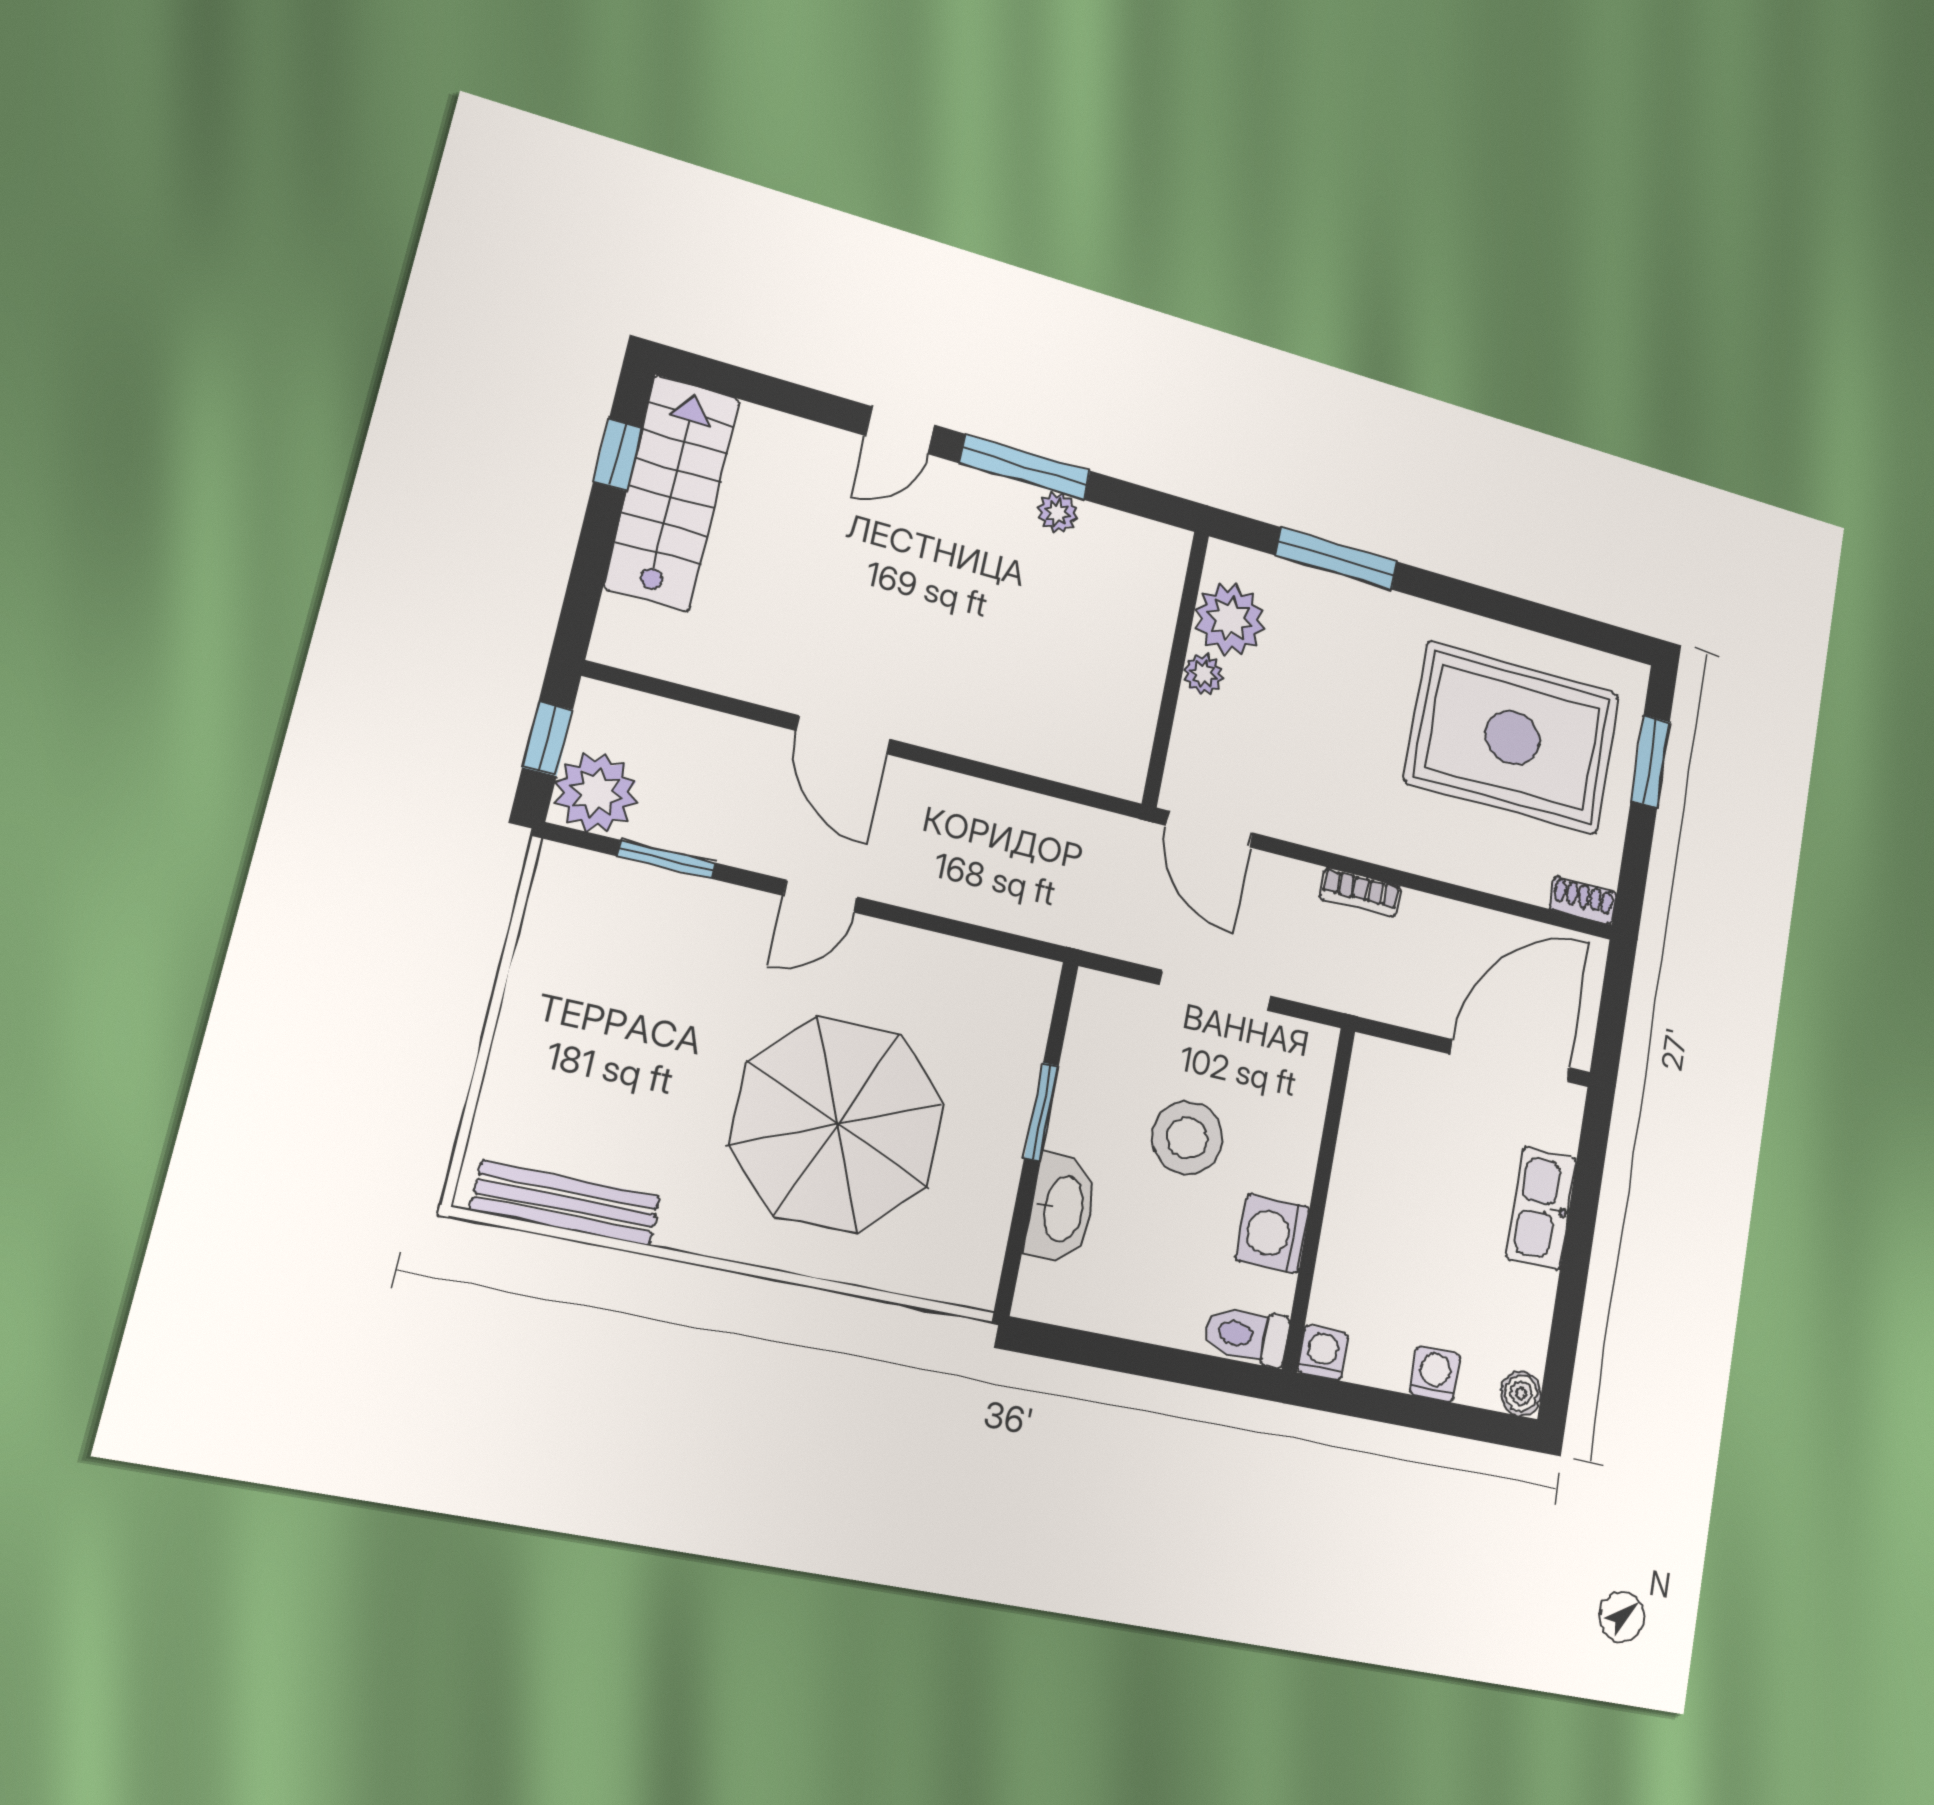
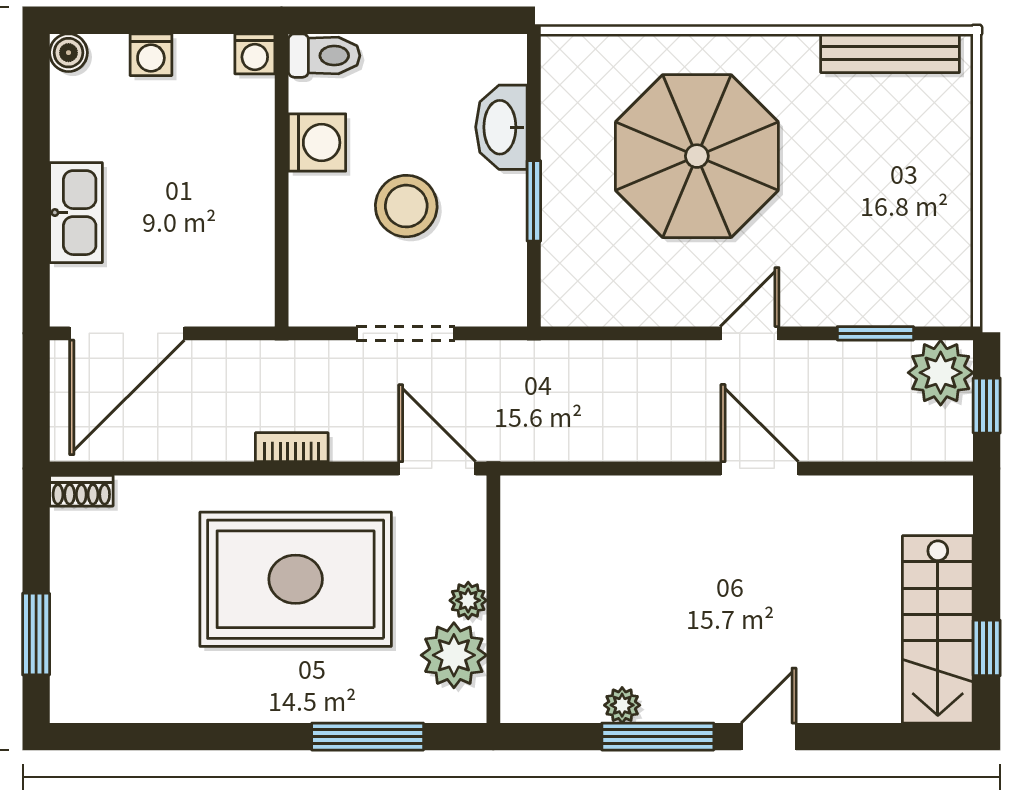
rug: (1512, 738) -> (296, 579), moved

